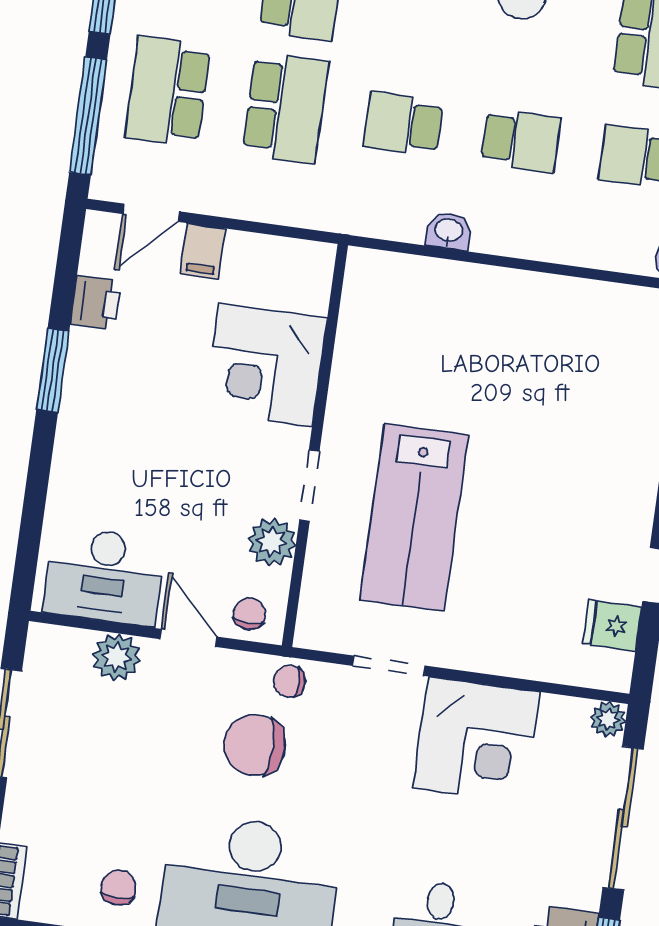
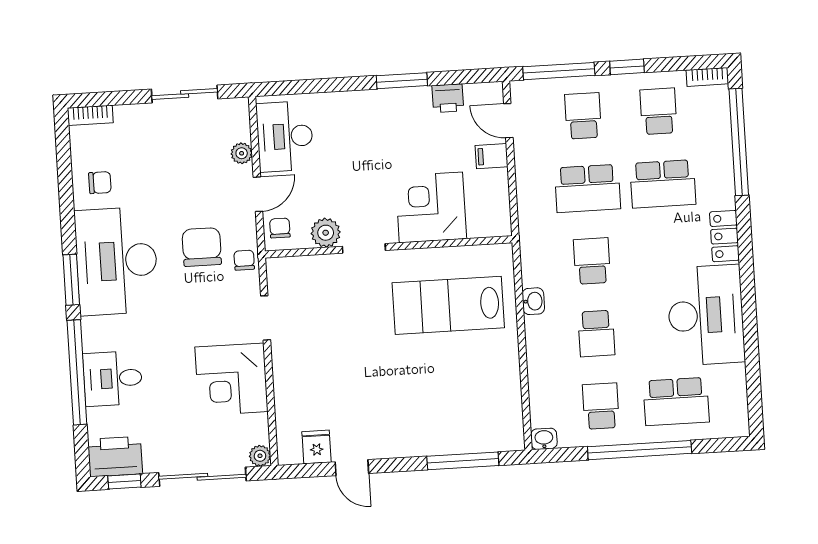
school desk: (168, 91) -> (583, 116), width x0.54
lab bench: (414, 518) -> (448, 305), moved
chair: (250, 614) -> (280, 228), turned -92
plant: (116, 657) -> (242, 153), width x0.73, depth x0.73

